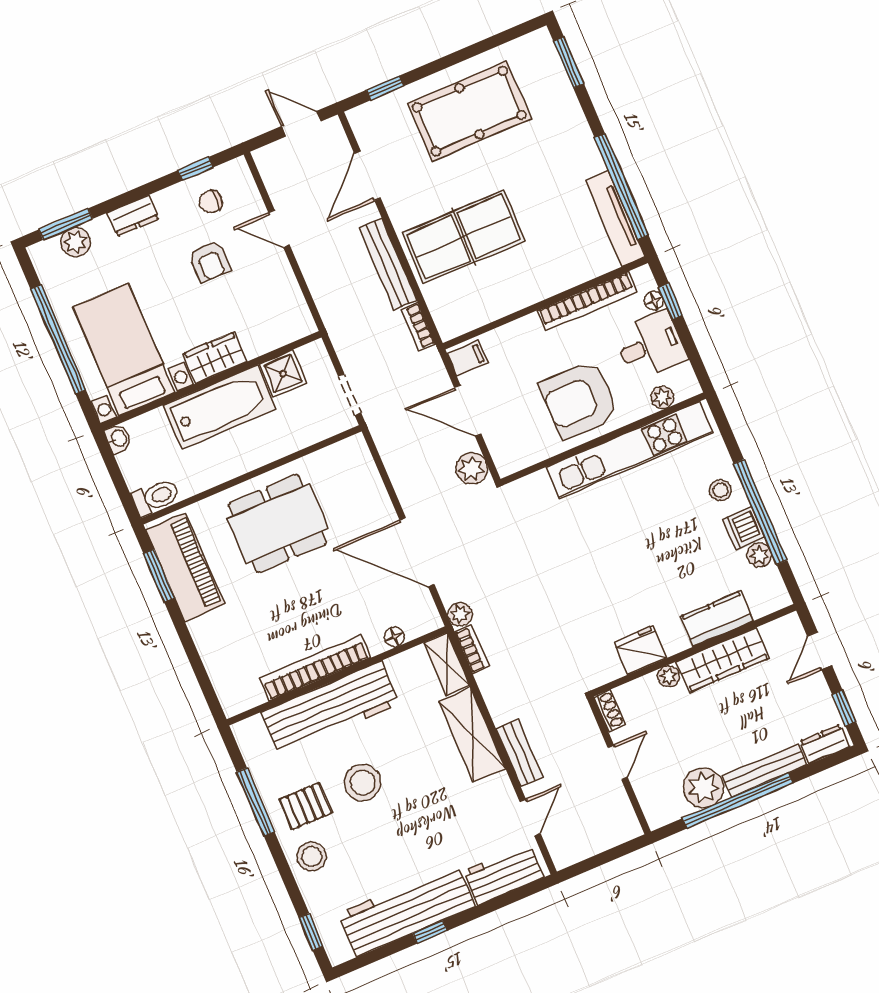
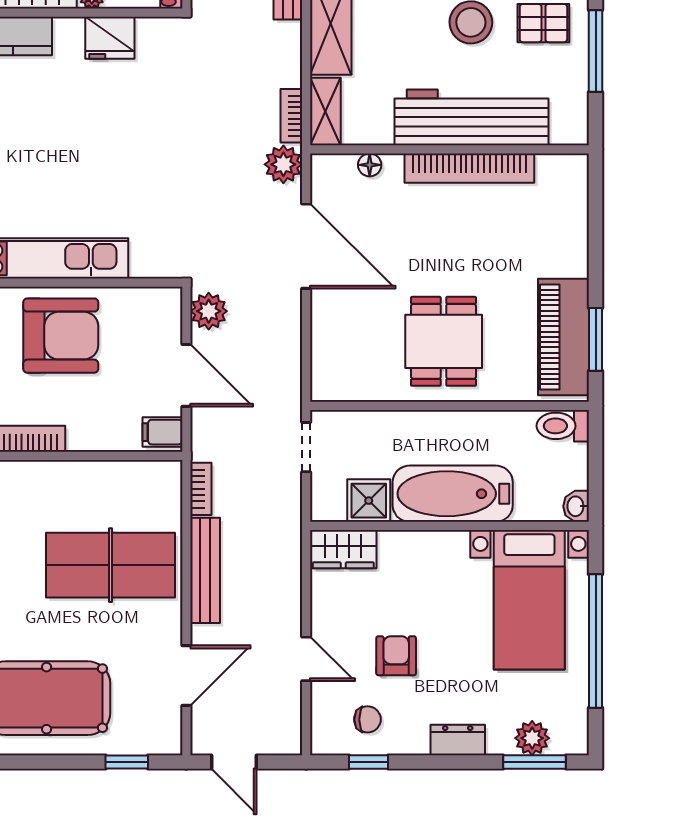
wardrobe: (215, 358) -> (343, 549), moved
dining table: (278, 523) -> (444, 341), width x0.73
plant: (460, 614) -> (283, 164), width x1.38, depth x1.38

